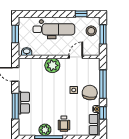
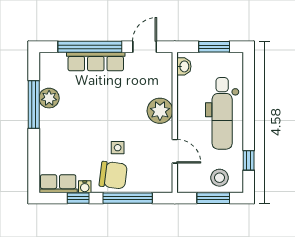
row of seats: (24, 103) -> (96, 62), width x1.48
window: (15, 106) -> (90, 47), width x1.46
wheelchair: (64, 124) -> (59, 131), removed

